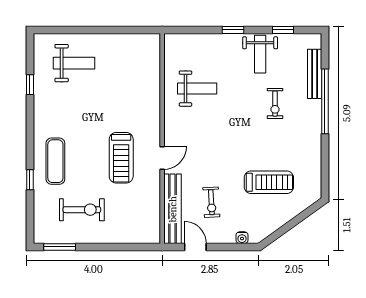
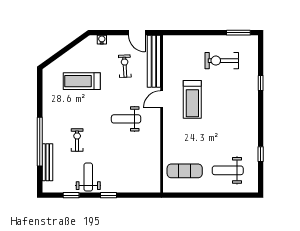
weight bench: (197, 89) -> (126, 119), moved
treadmill: (121, 158) -> (192, 99), turned 180
exercise mat: (55, 161) -> (185, 171), moved, turned 90

